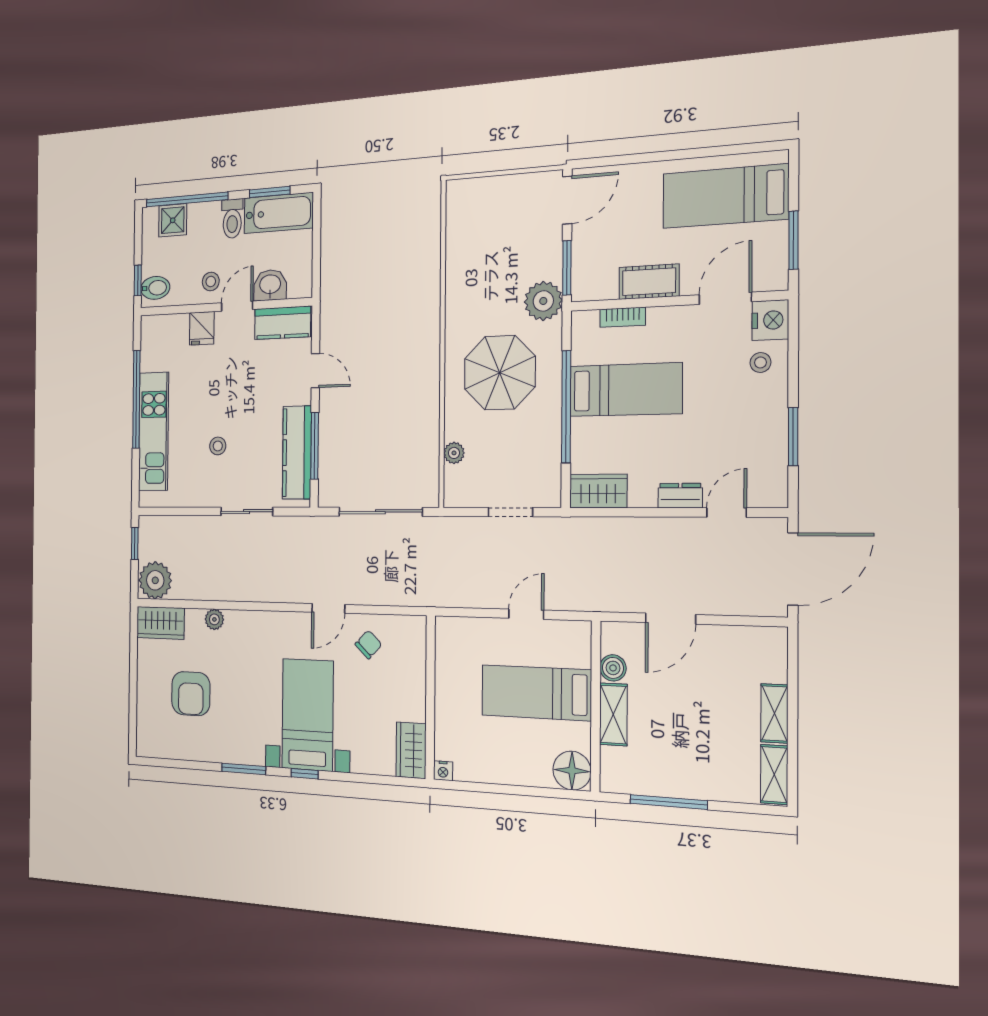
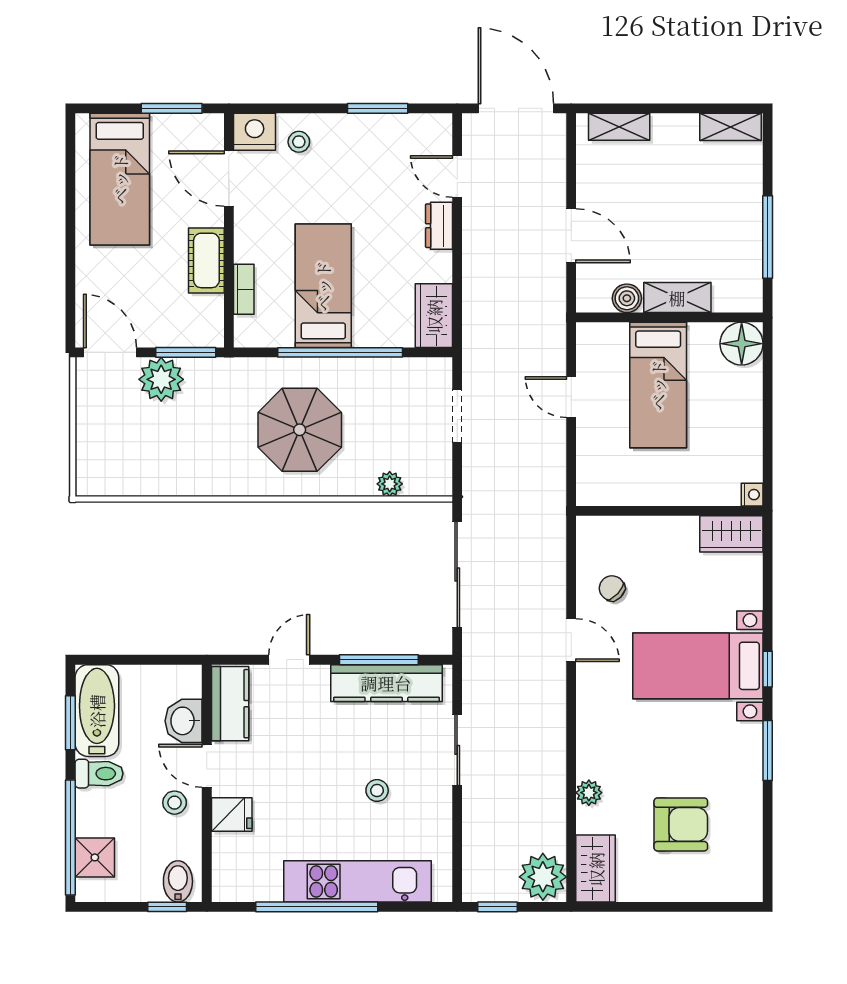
plant: (543, 301) -> (161, 379), moved
shelving: (774, 713) -> (619, 127), moved

